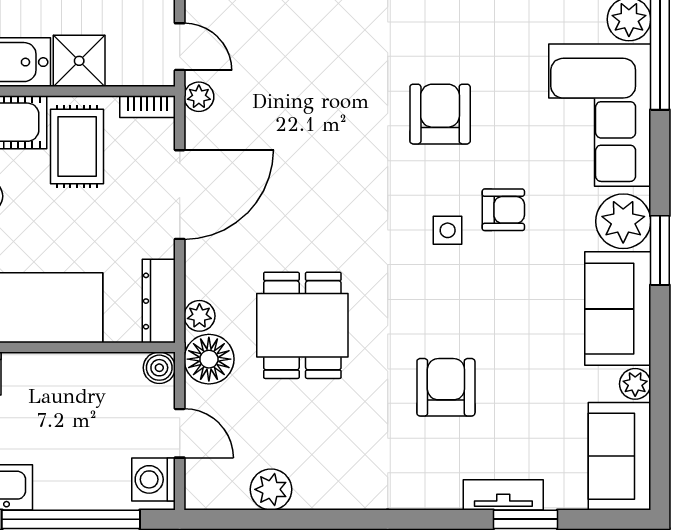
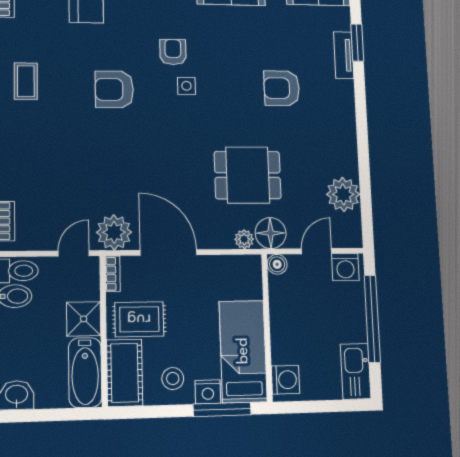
plant: (199, 97) -> (114, 232), width x1.88, depth x1.88
dresser: (159, 301) -> (236, 265), removed
plant: (271, 489) -> (343, 194), width x1.36, depth x1.36

